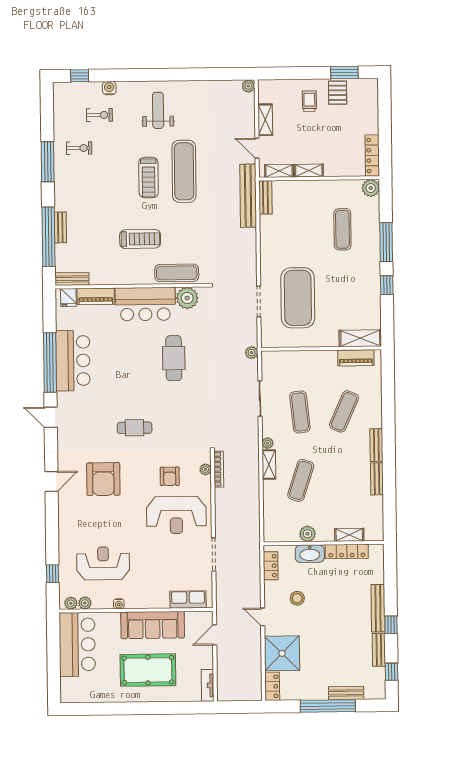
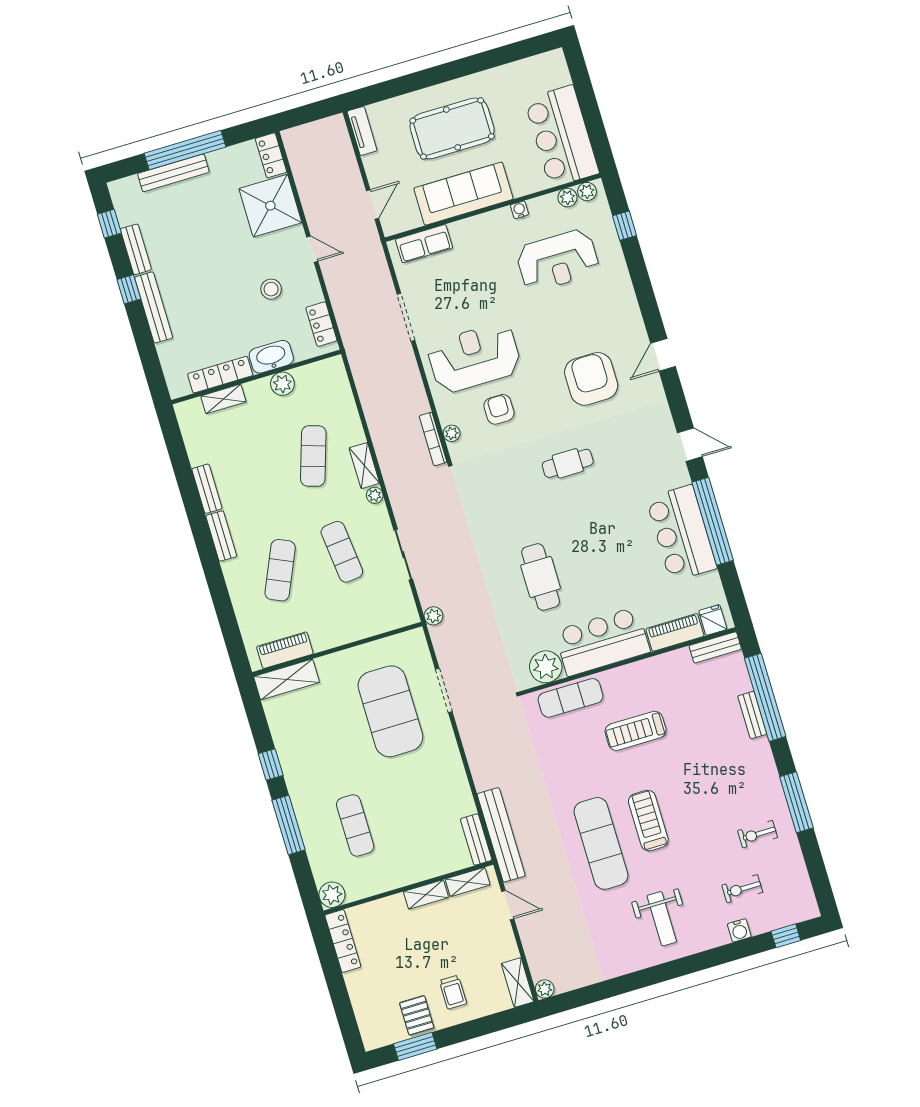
shelving: (265, 120) -> (518, 983), moved
bench: (346, 693) -> (173, 173), width x1.36

